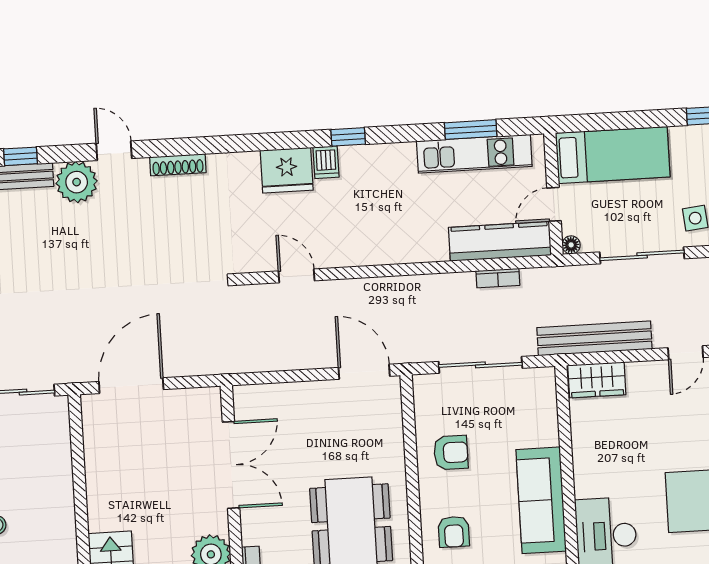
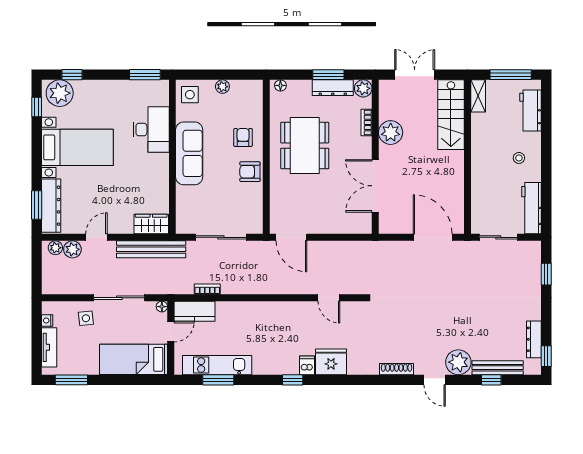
kitchen counter: (500, 241) -> (195, 311), width x0.67
door: (131, 386) -> (433, 237), swing flipped
armchair: (451, 453) -> (250, 172), moved

